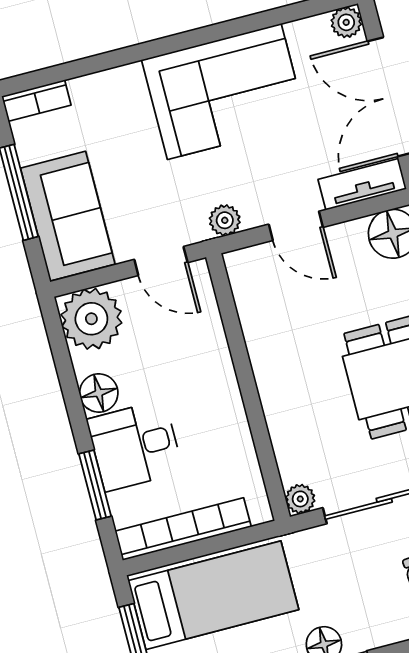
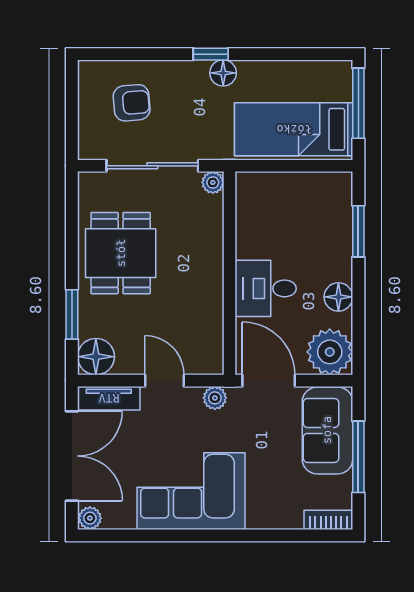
door: (161, 261) -> (269, 381), width x1.38
desk: (135, 446) -> (266, 288), moved, turned 180
bookcase: (183, 529) -> (303, 183), removed

